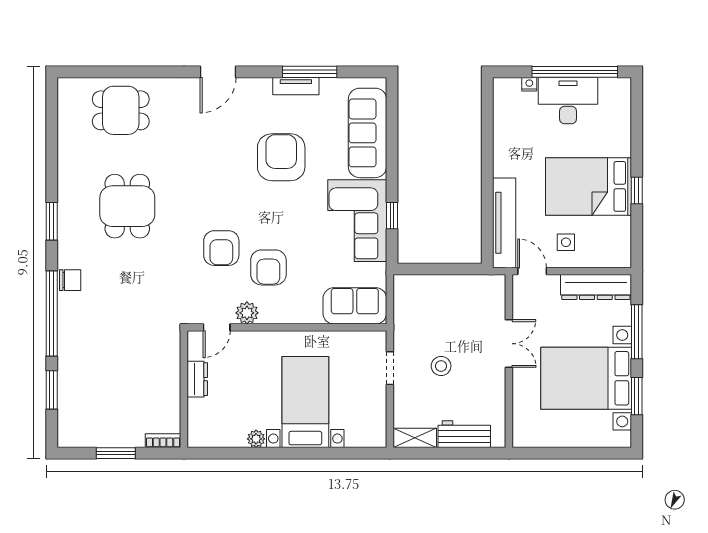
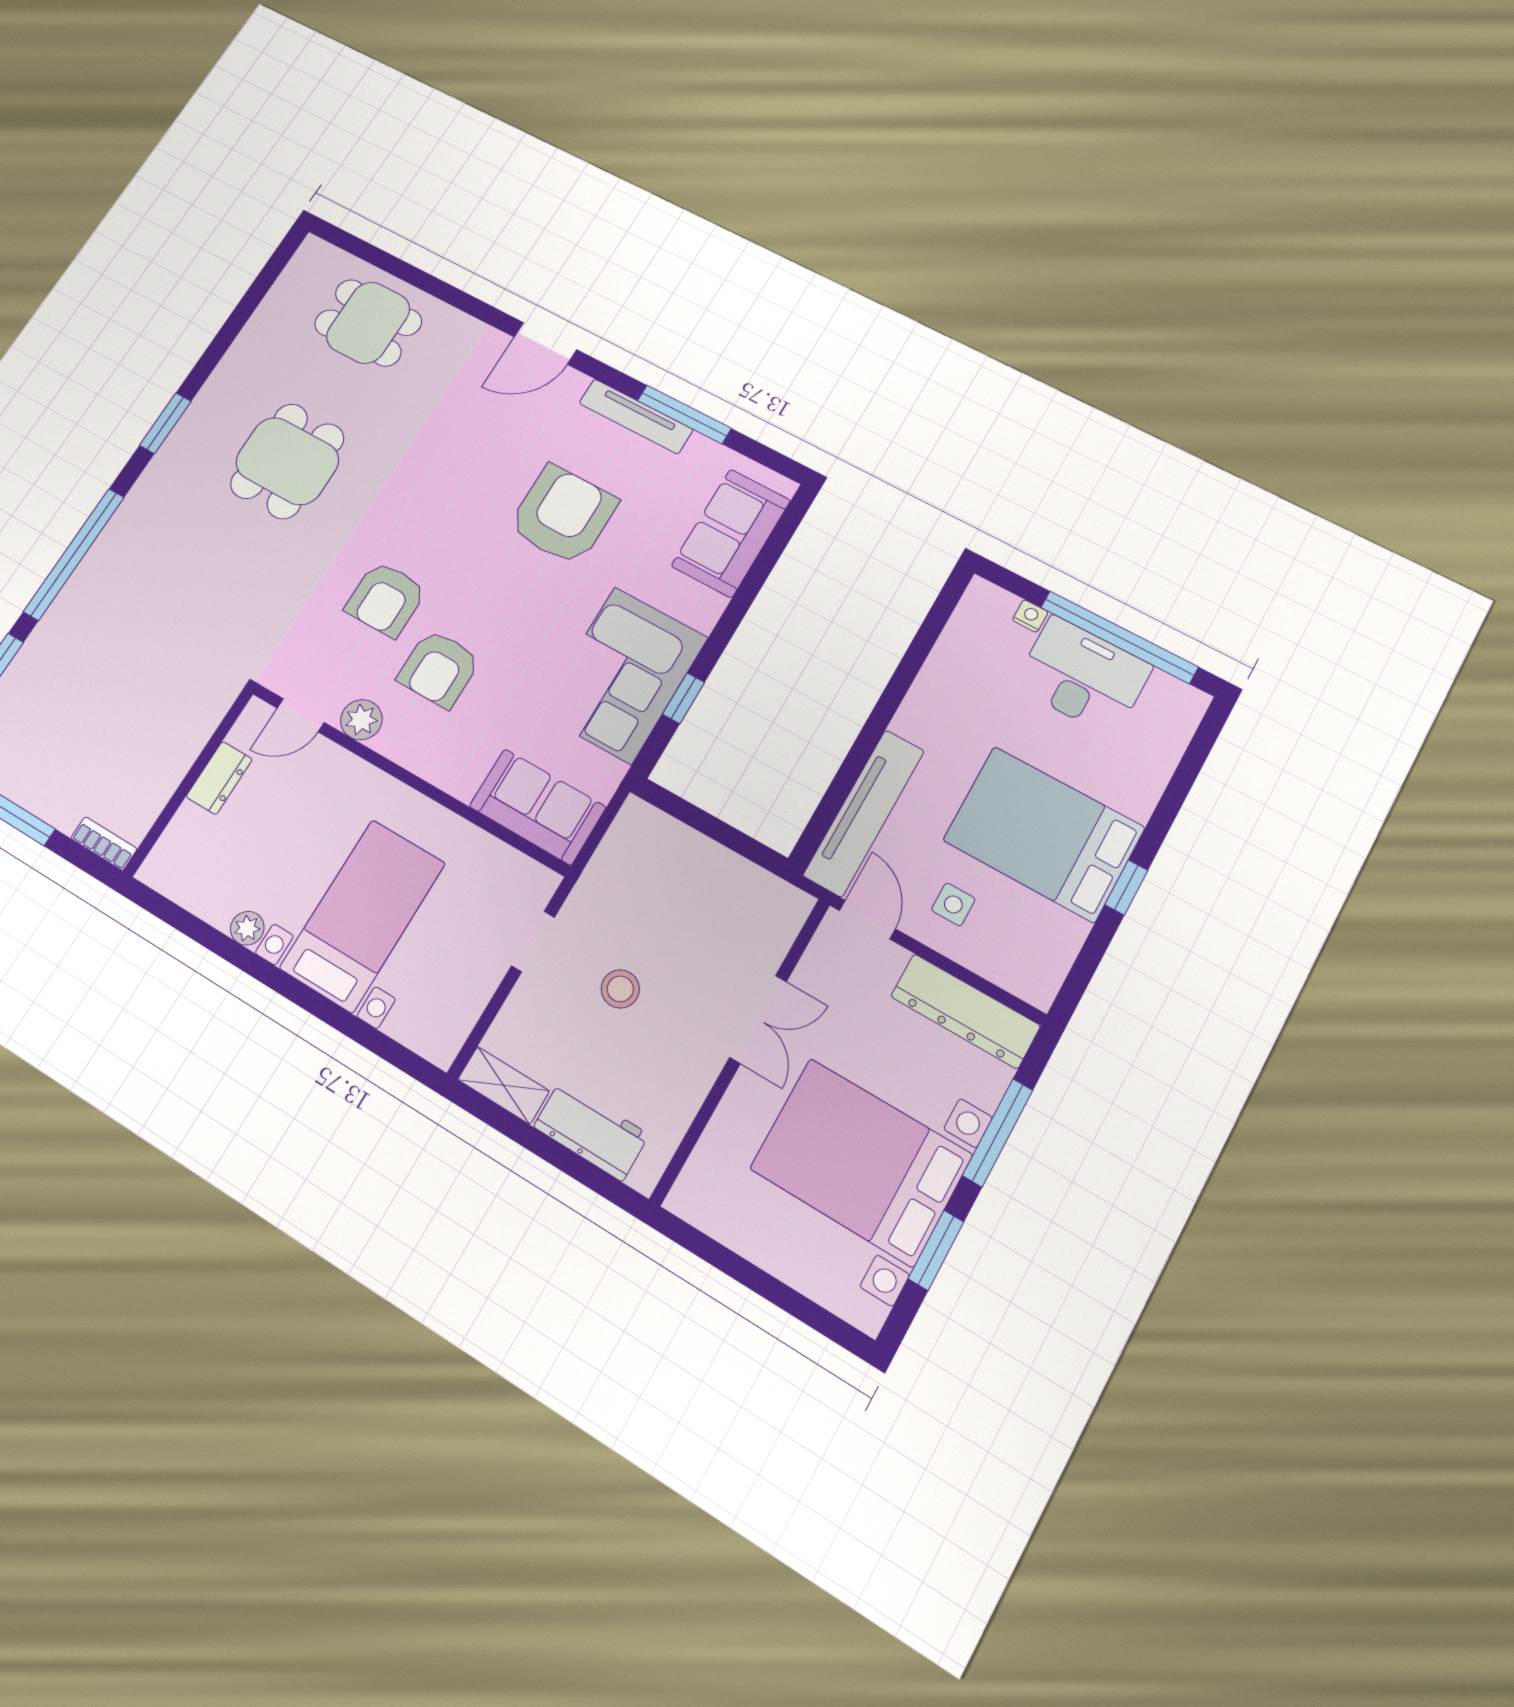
tv unit: (296, 86) -> (636, 416), width x1.41
sofa: (367, 133) -> (731, 533), width x0.73
chair: (70, 280) -> (133, 521), removed

